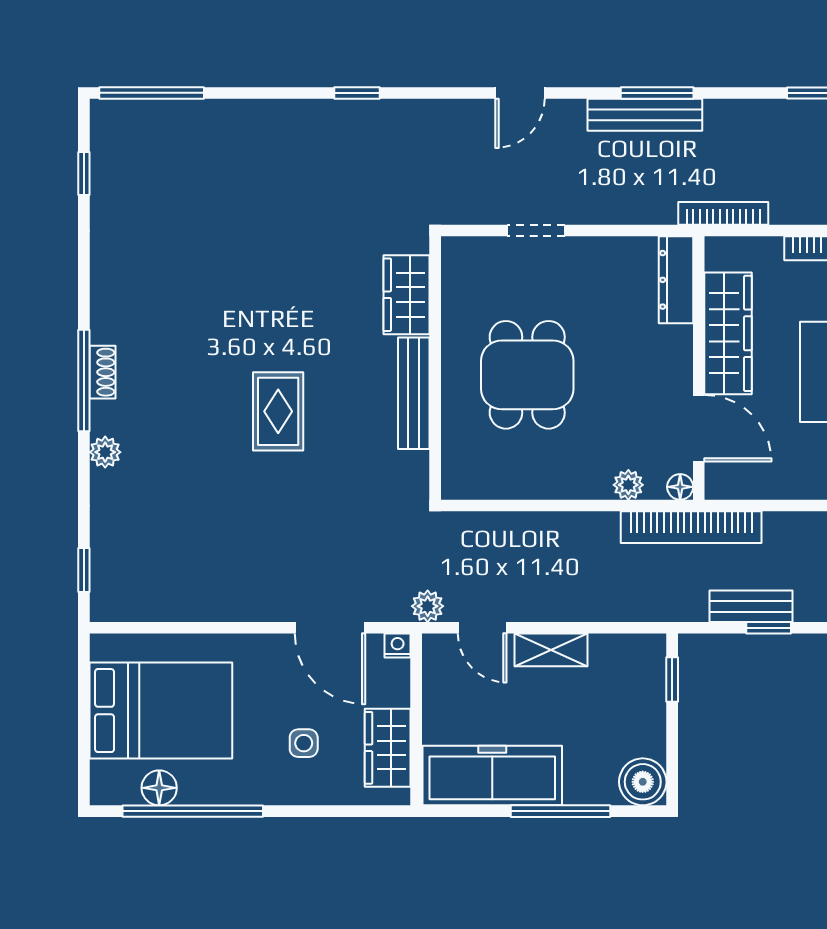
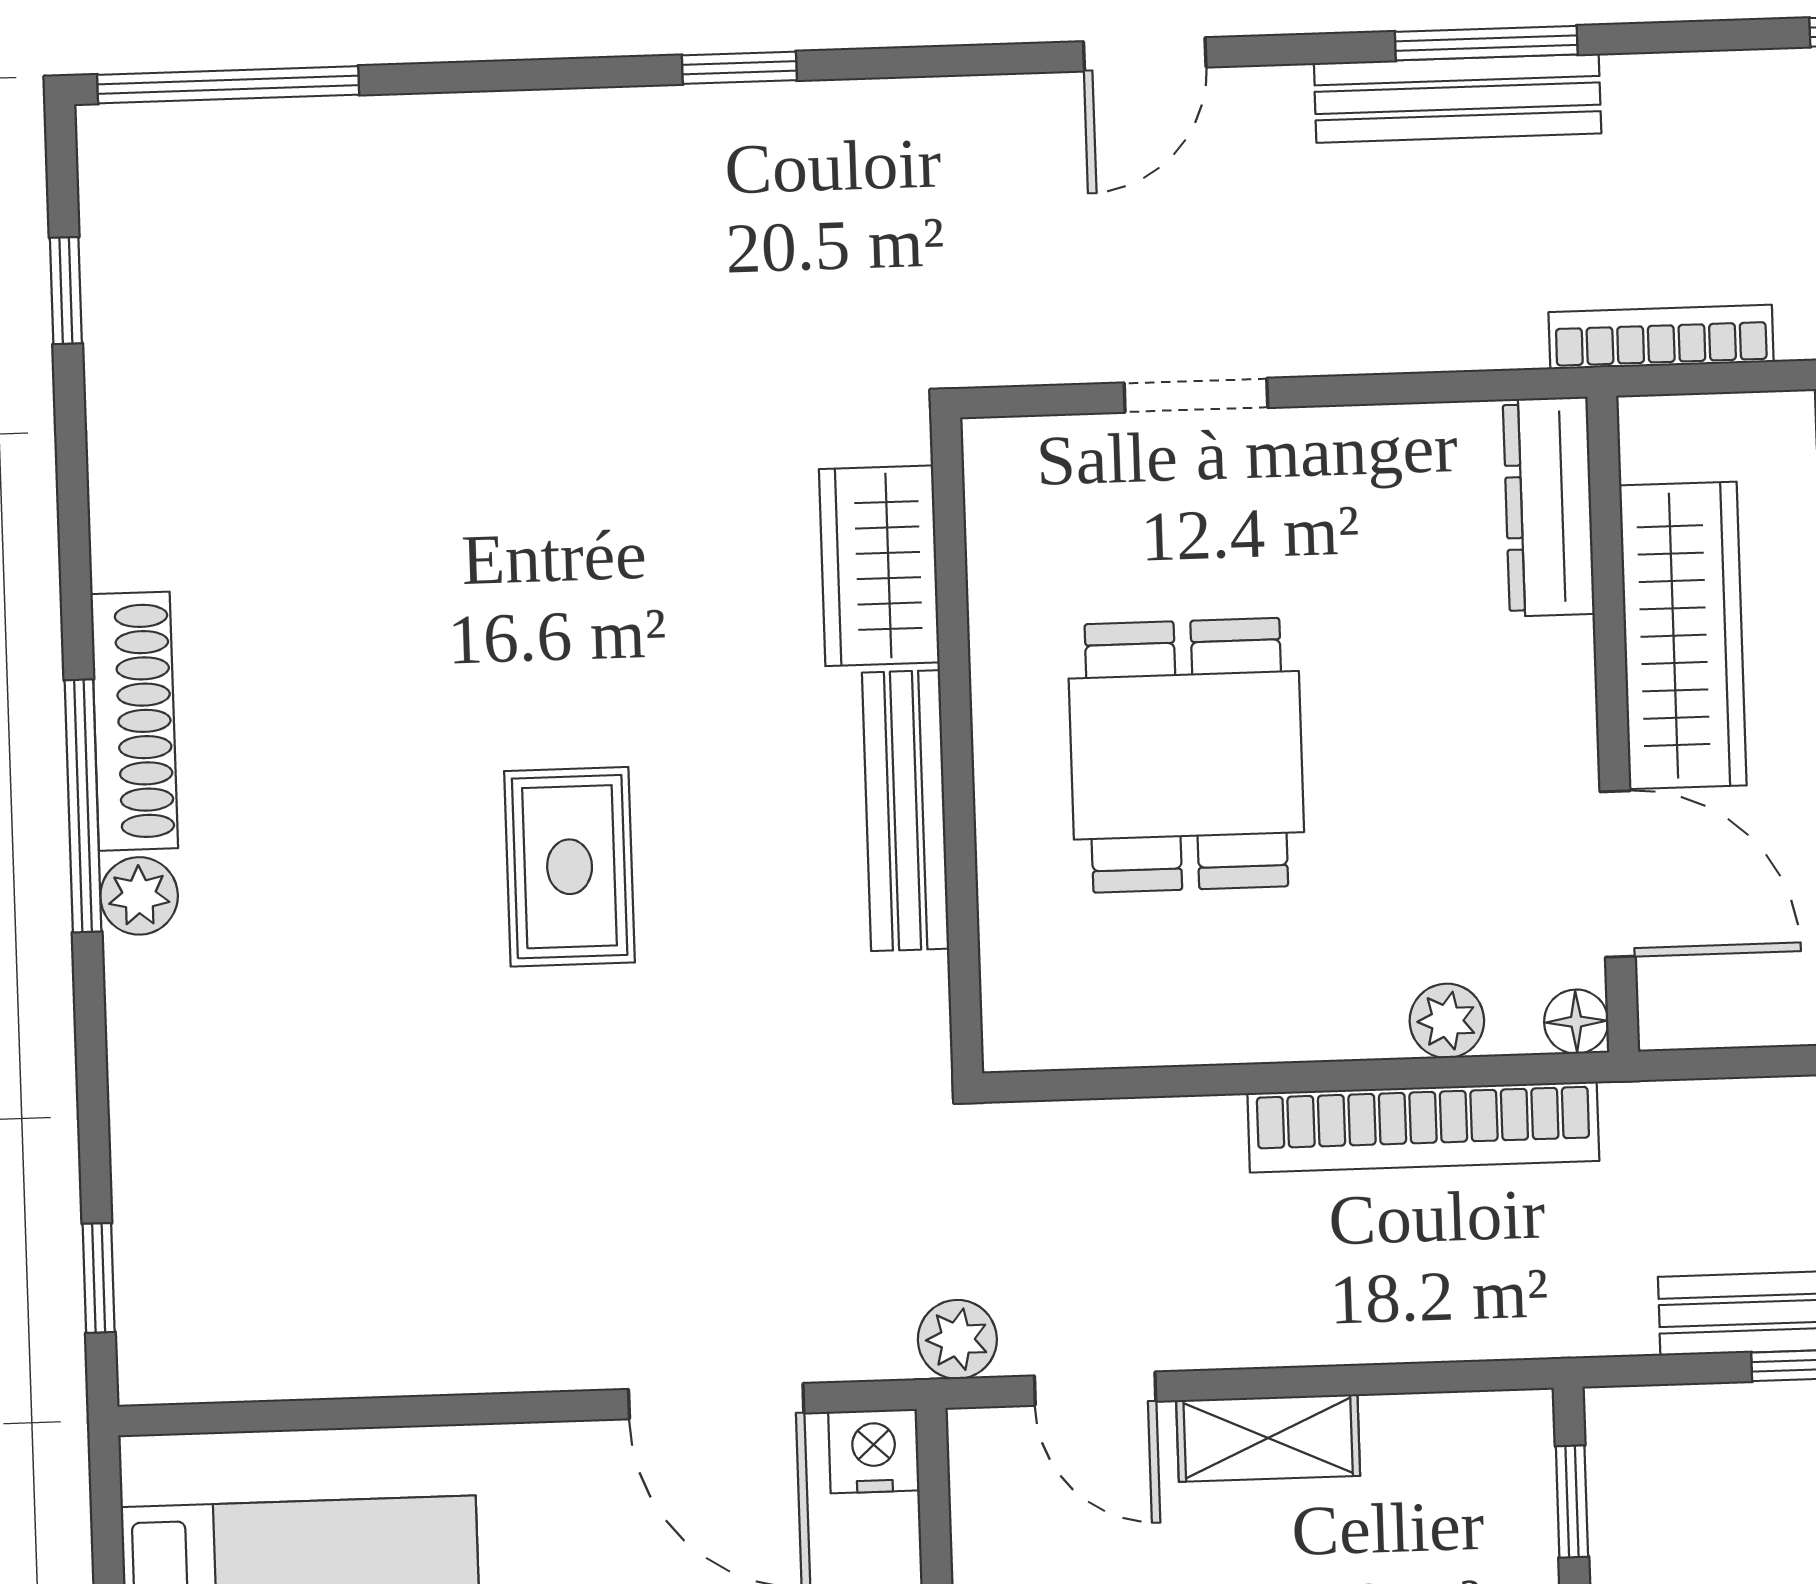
shoe rack: (102, 372) -> (134, 721), width x1.94, depth x1.24
plant: (105, 452) -> (139, 896), moved
bookcase: (691, 527) -> (1423, 1127), moved
nightstand: (398, 646) -> (874, 1451), width x1.39, depth x1.35

